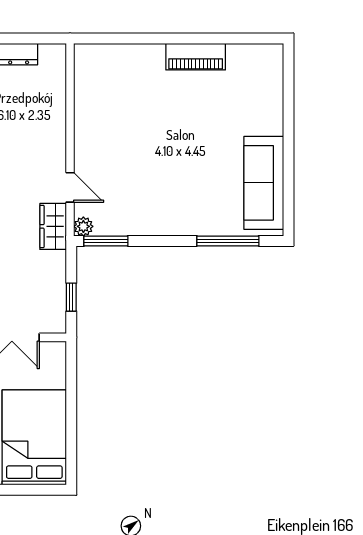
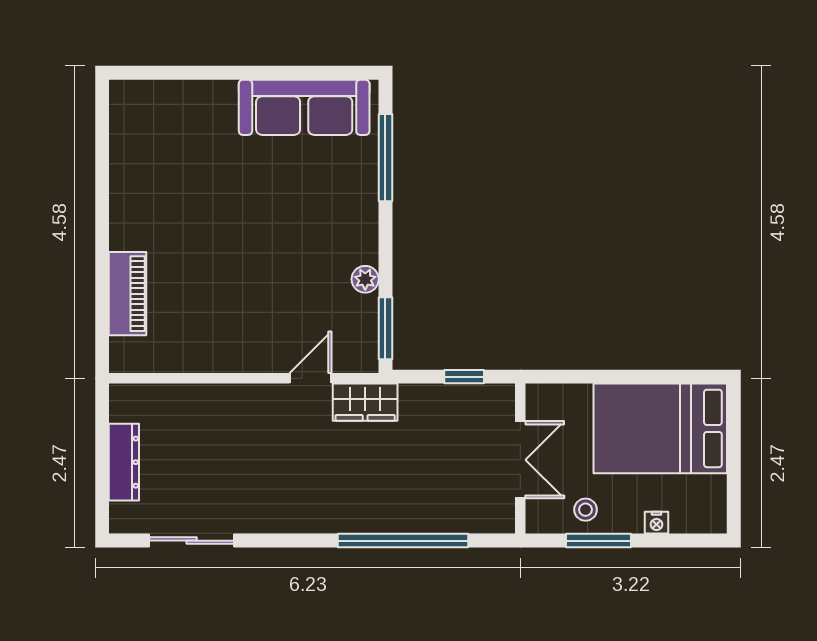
piano: (196, 57) -> (128, 294), moved
plant: (83, 226) -> (365, 279), moved

